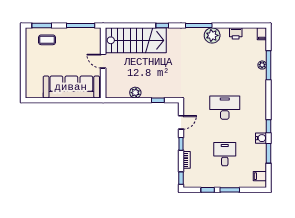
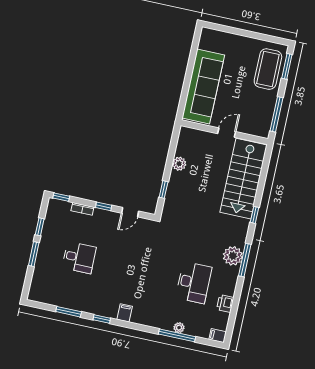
plant: (212, 35) -> (233, 256), moved
coffee table: (47, 40) -> (268, 69), width x1.86, depth x1.72
desk: (225, 108) -> (194, 282), moved
door: (181, 122) -> (130, 212), hinge flipped
water cooler: (261, 138) -> (89, 307), removed
filing cabinet: (260, 176) -> (125, 313), moved

